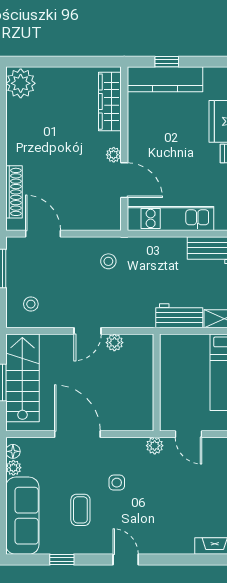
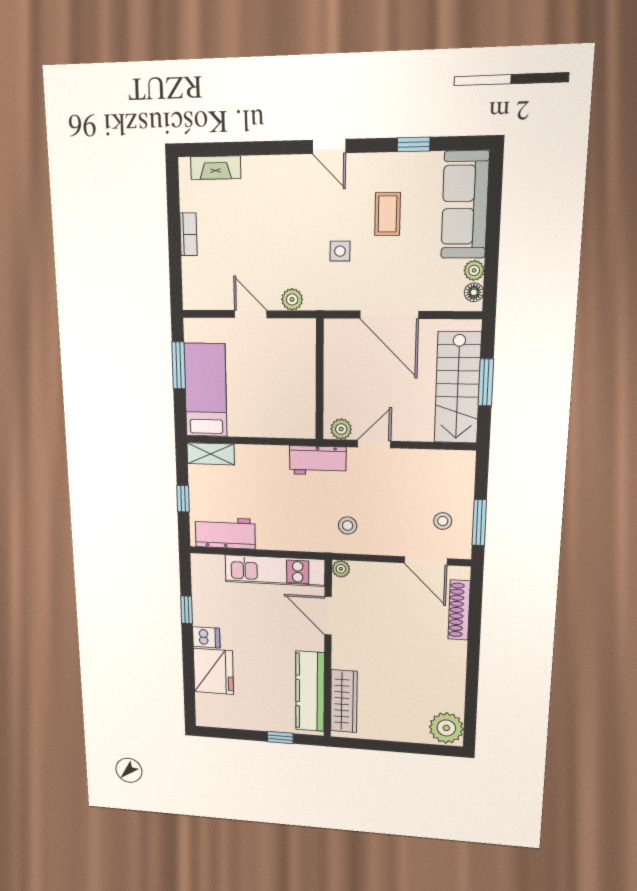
kitchen counter: (165, 79) -> (310, 691), moved, turned -90
plant: (114, 155) -> (341, 569), moved
stool: (31, 304) -> (443, 521), moved
workbench: (179, 316) -> (318, 461), moved
wall: (157, 382) -> (320, 380), moved

